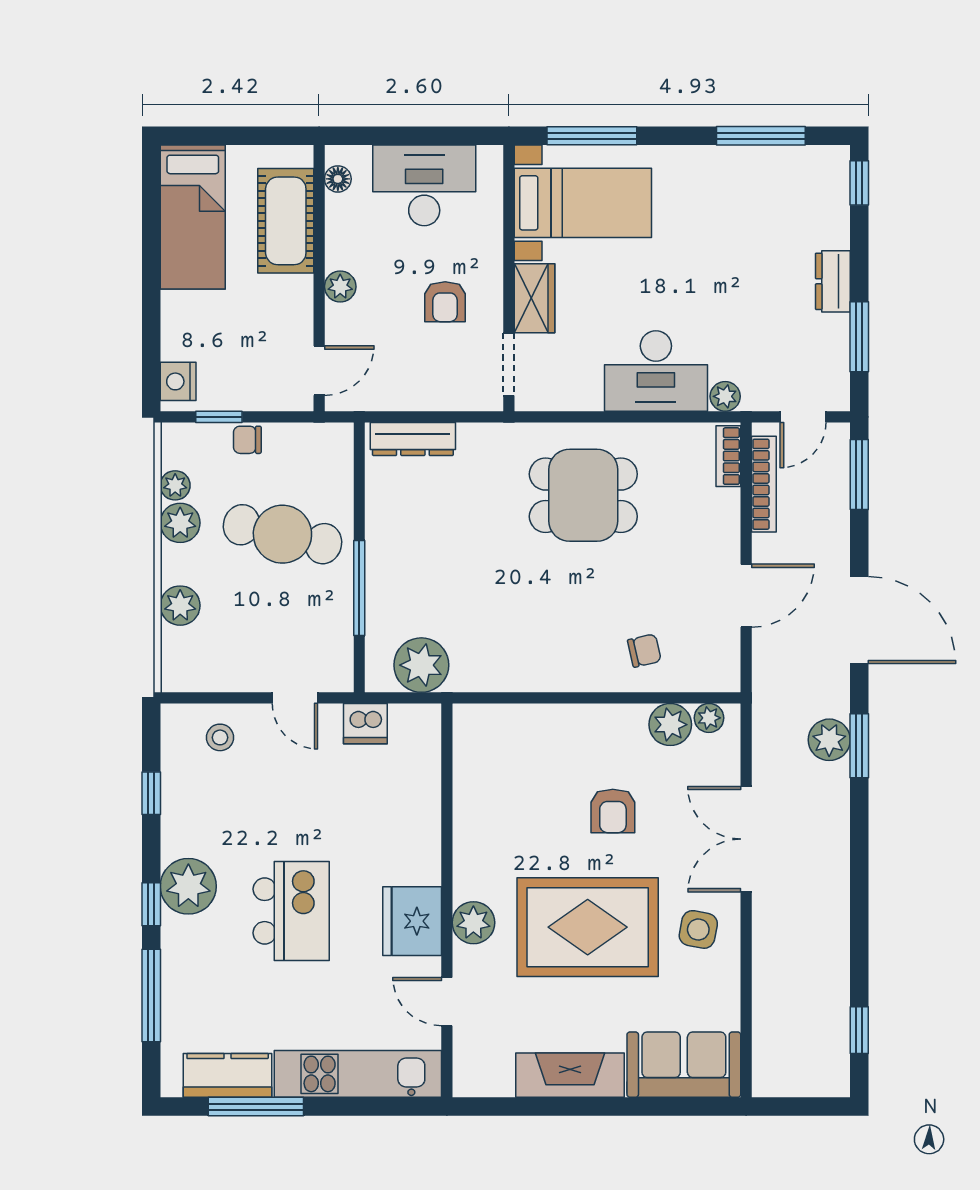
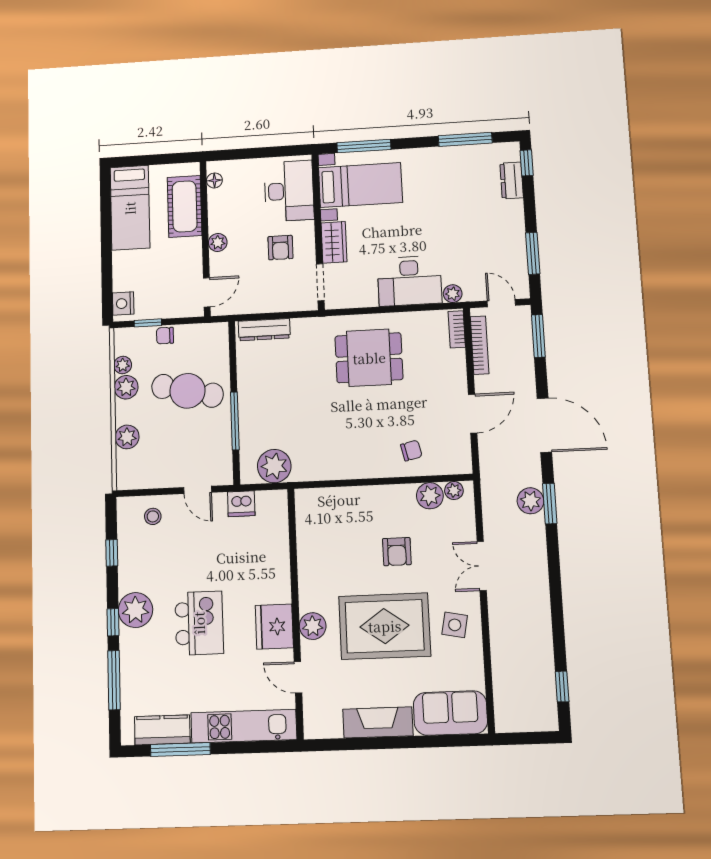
desk: (424, 185) -> (289, 191), moved, turned 90
dresser: (833, 281) -> (512, 180), moved
door: (803, 417) -> (501, 303), swing flipped
double door: (746, 839) -> (482, 566), width x0.73

